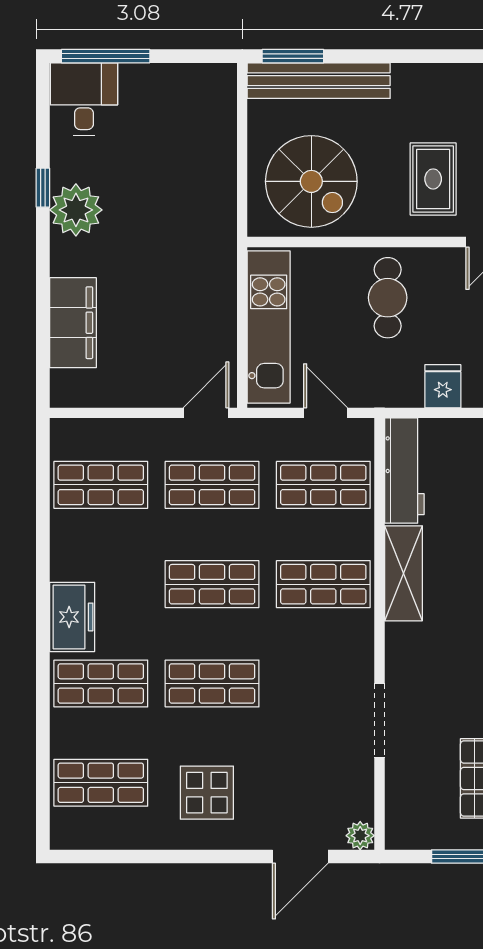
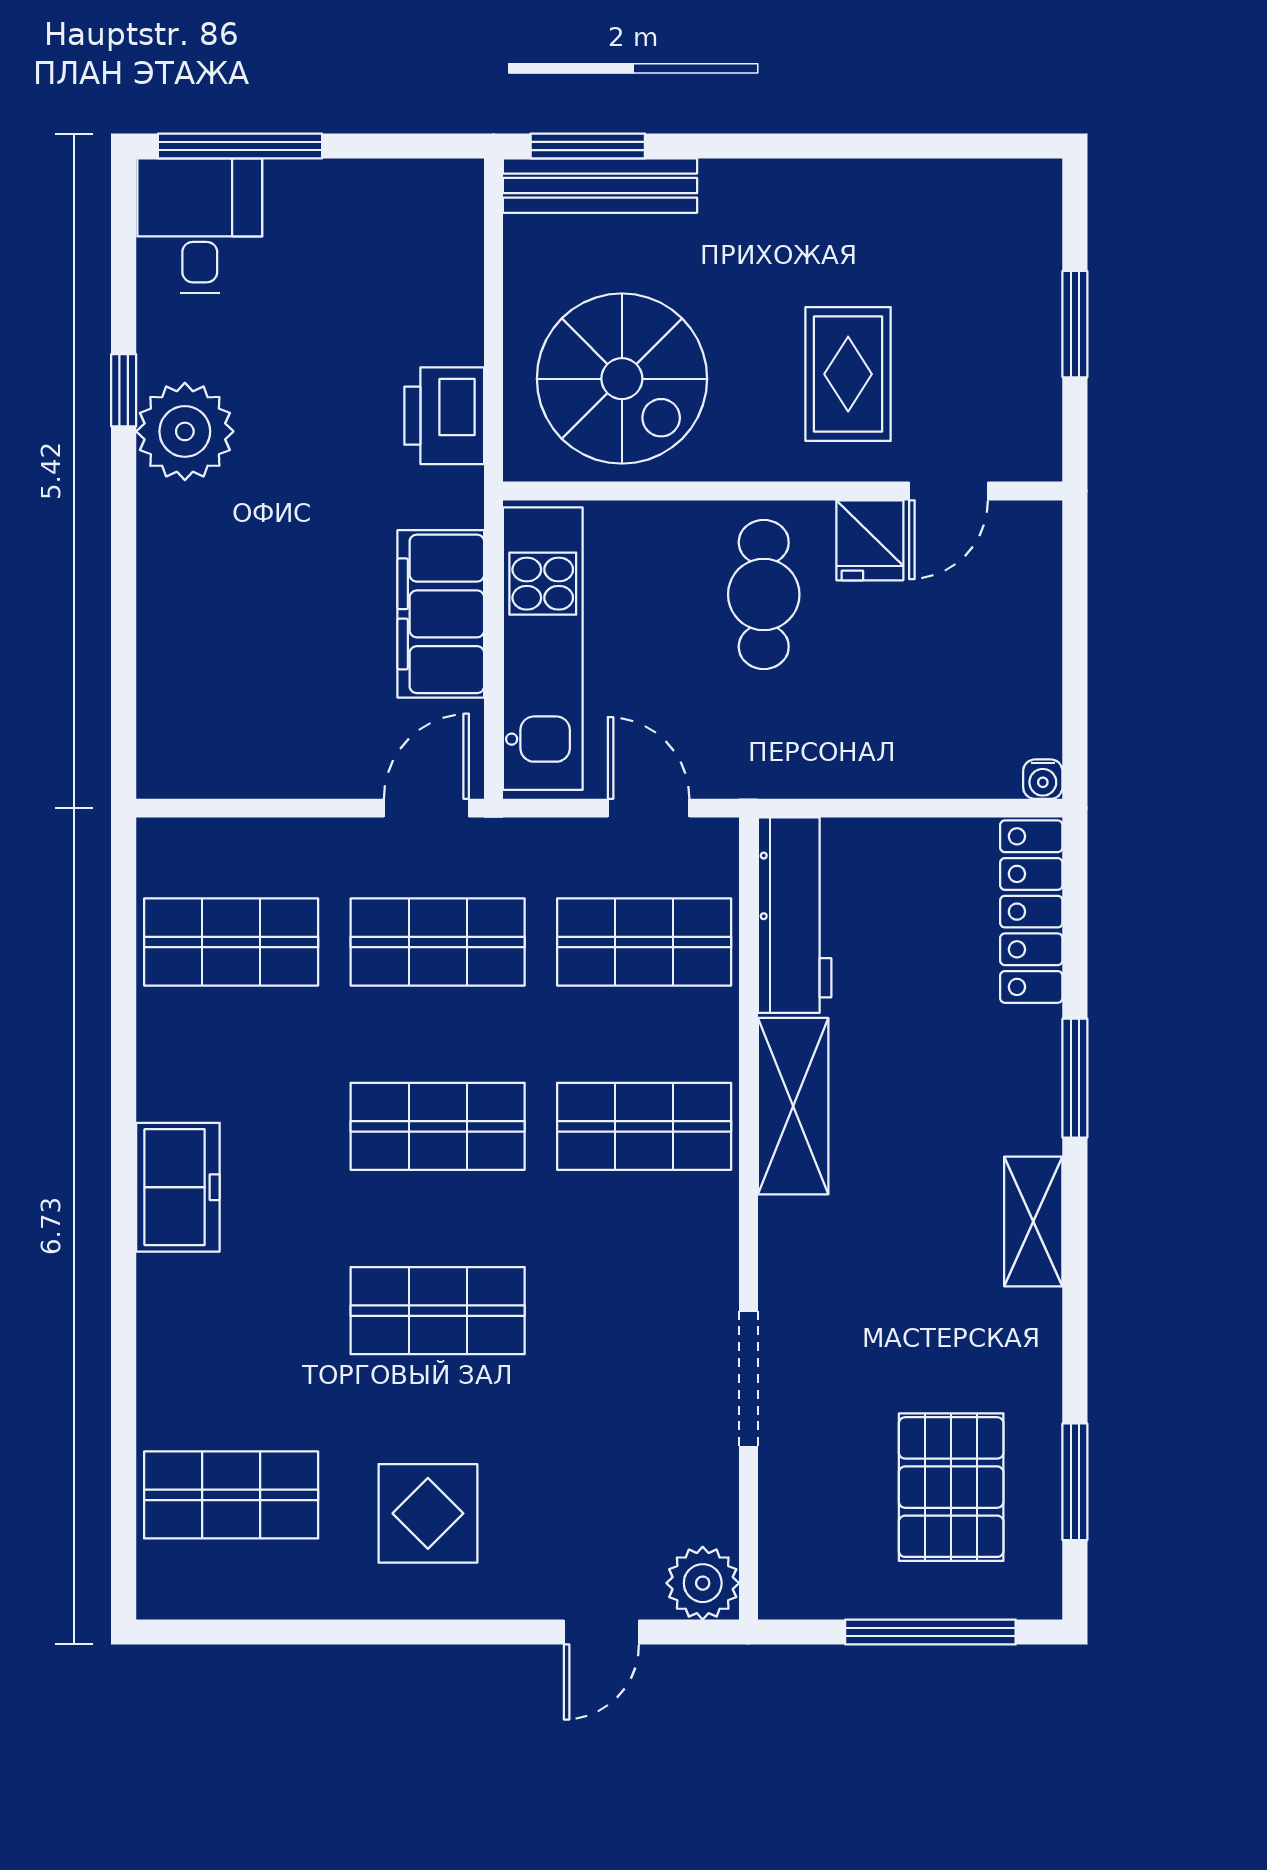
bench: (319, 81) -> (600, 186), width x0.73, depth x0.82
printer: (216, 201) -> (444, 416), added
filing cabinet: (73, 323) -> (441, 614), moved, turned 180
fridge: (443, 386) -> (870, 540), moved, turned 180
shop shelf: (101, 683) -> (231, 1311), removed
plant: (360, 836) -> (703, 1583), width x1.38, depth x1.38
door: (300, 857) -> (601, 1632), width x0.73

